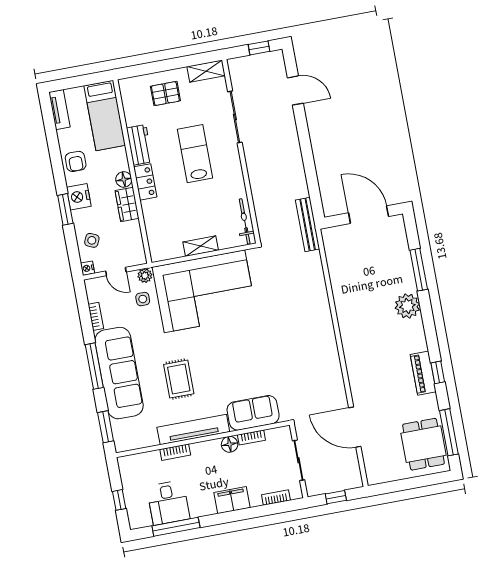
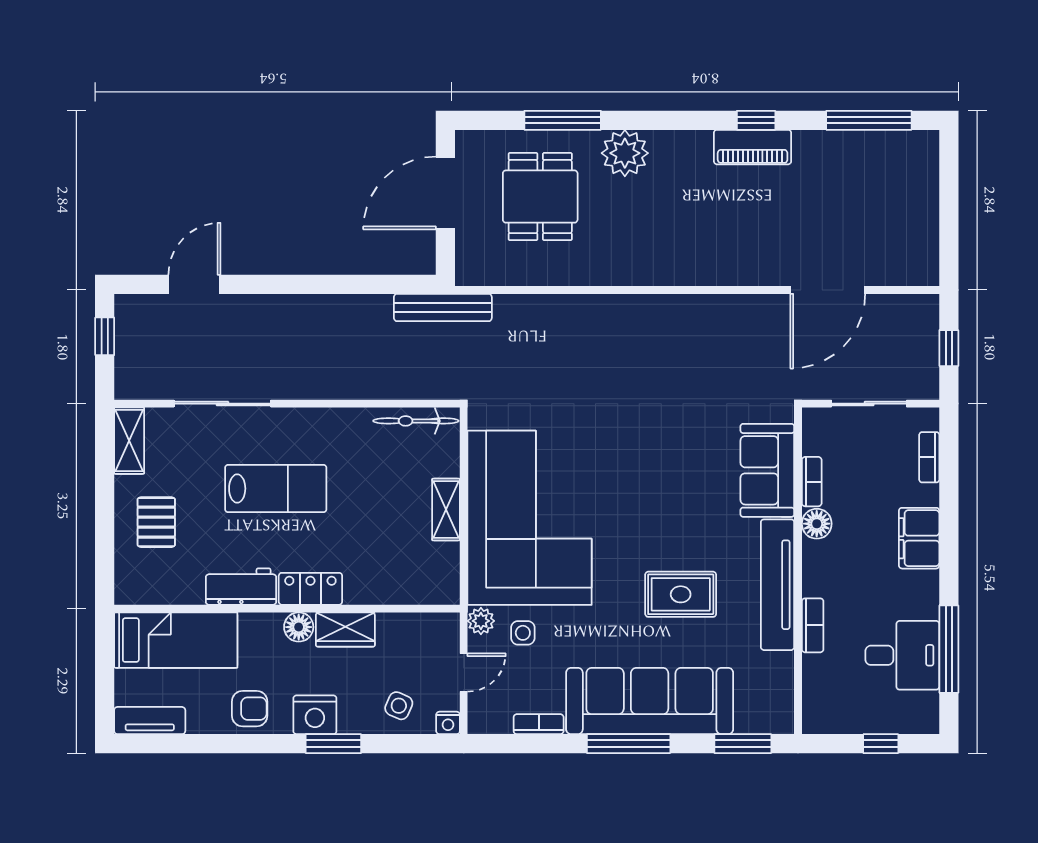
lab bench: (195, 154) -> (276, 489), turned 180
dining table: (423, 444) -> (540, 197), moved, turned 90

